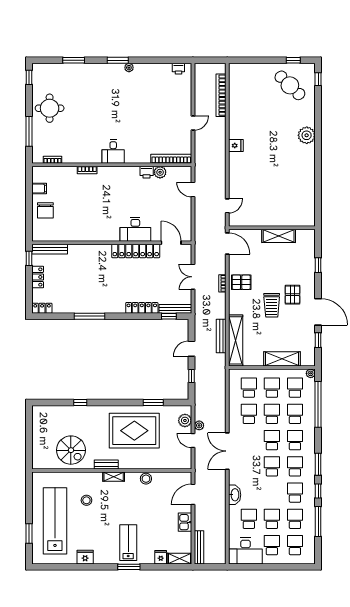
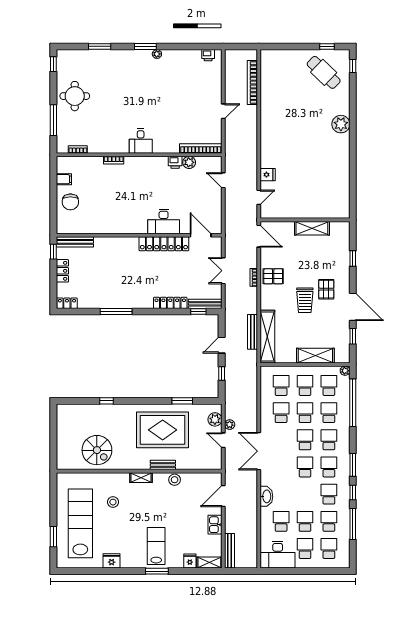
fridge: (236, 146) -> (268, 175), moved
bench: (106, 464) -> (163, 465), moved

